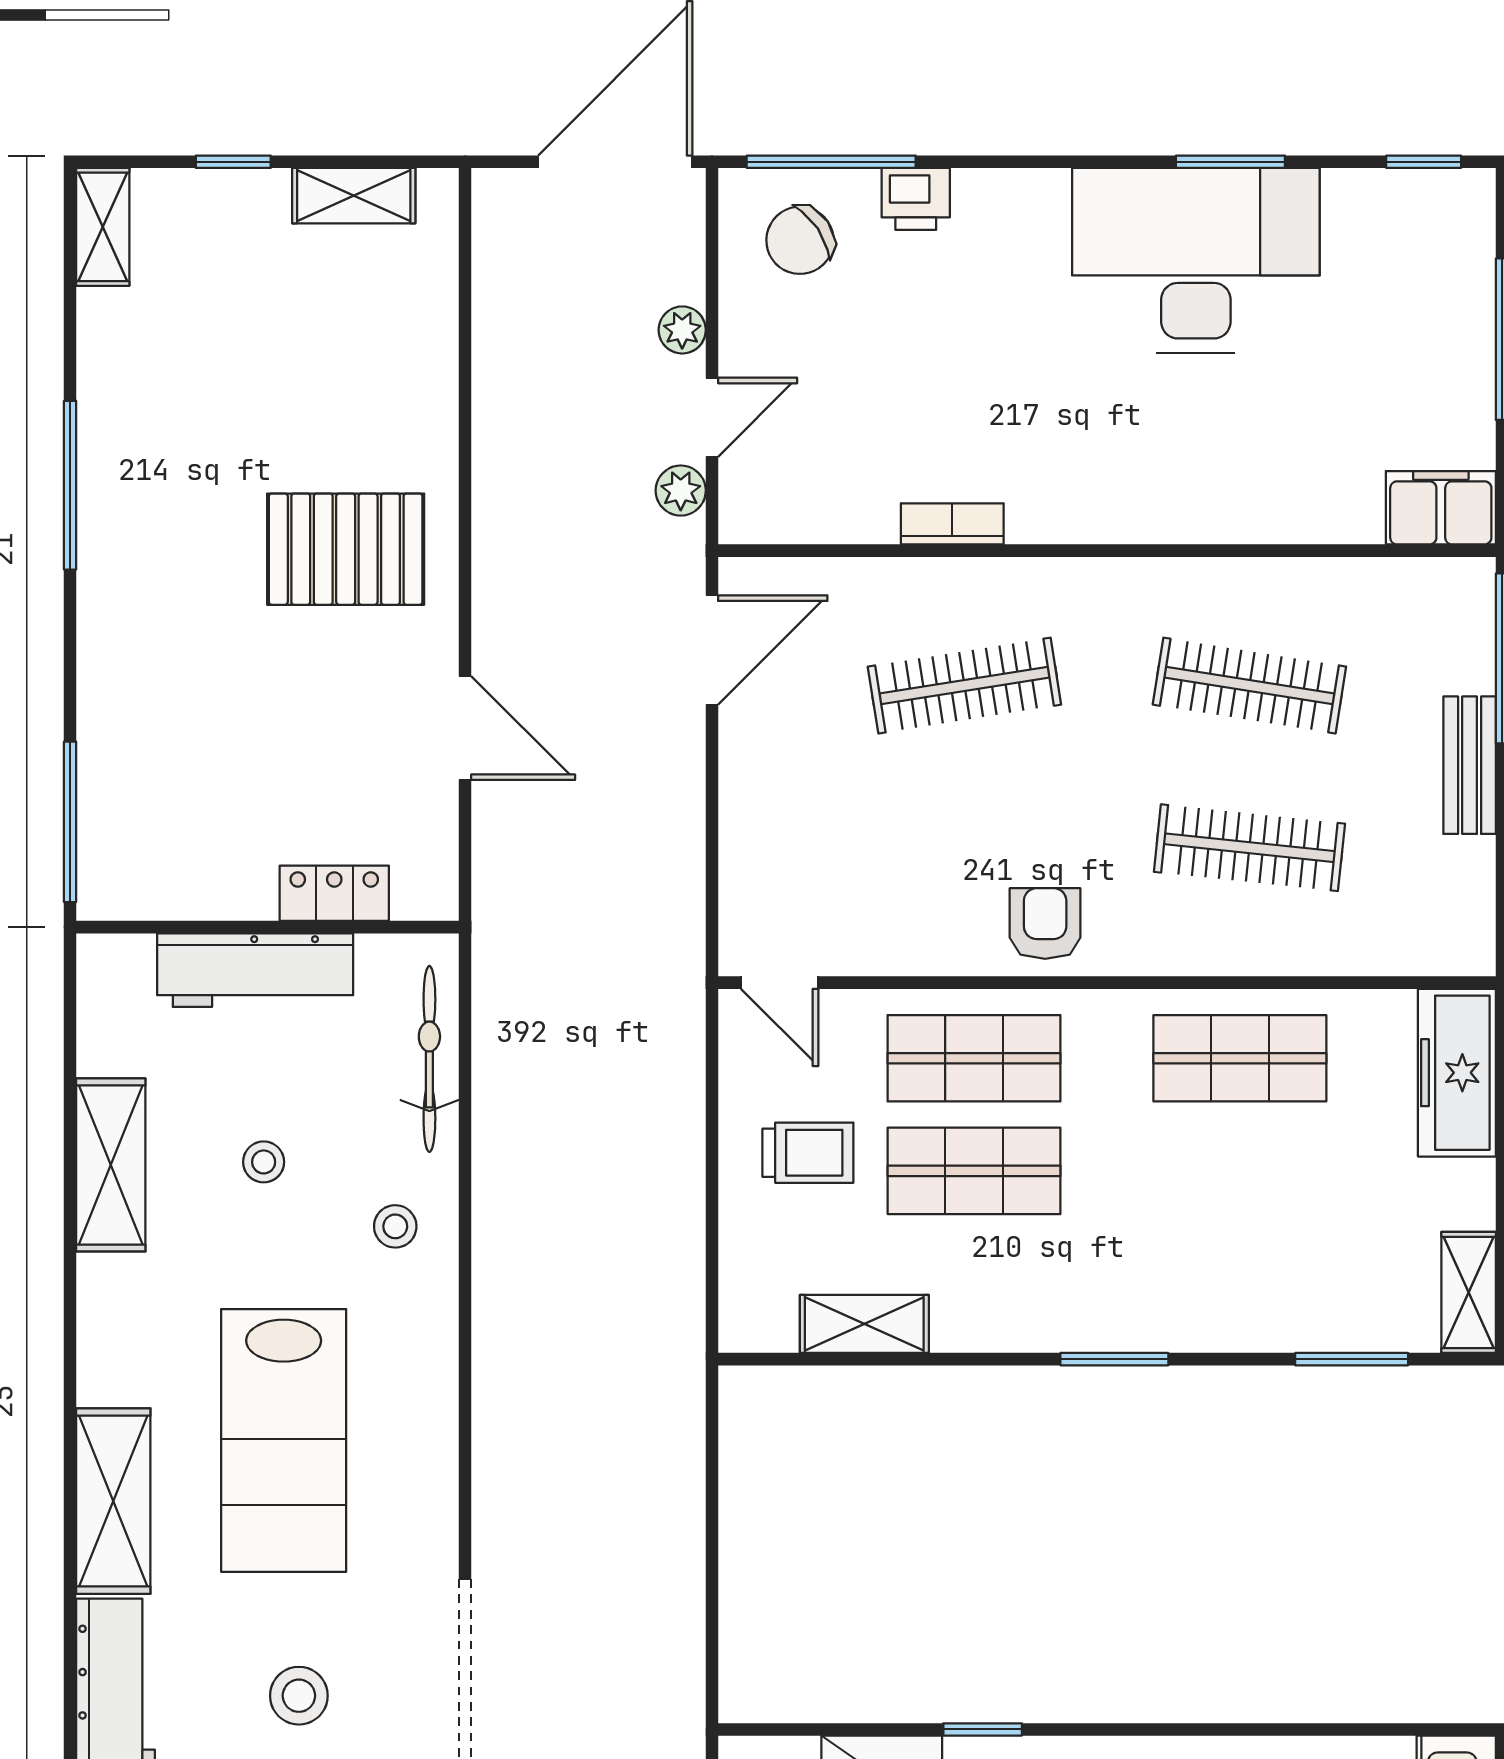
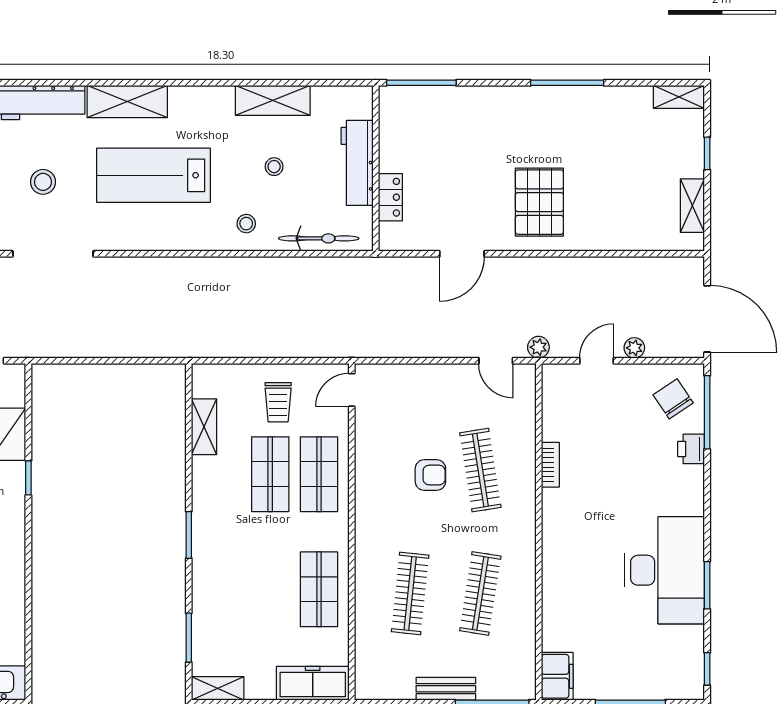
door: (712, 417) -> (597, 361), swing flipped
plant: (681, 491) -> (538, 347), moved
door: (712, 650) -> (496, 361), width x0.73
armchair: (1045, 923) -> (430, 475), moved

